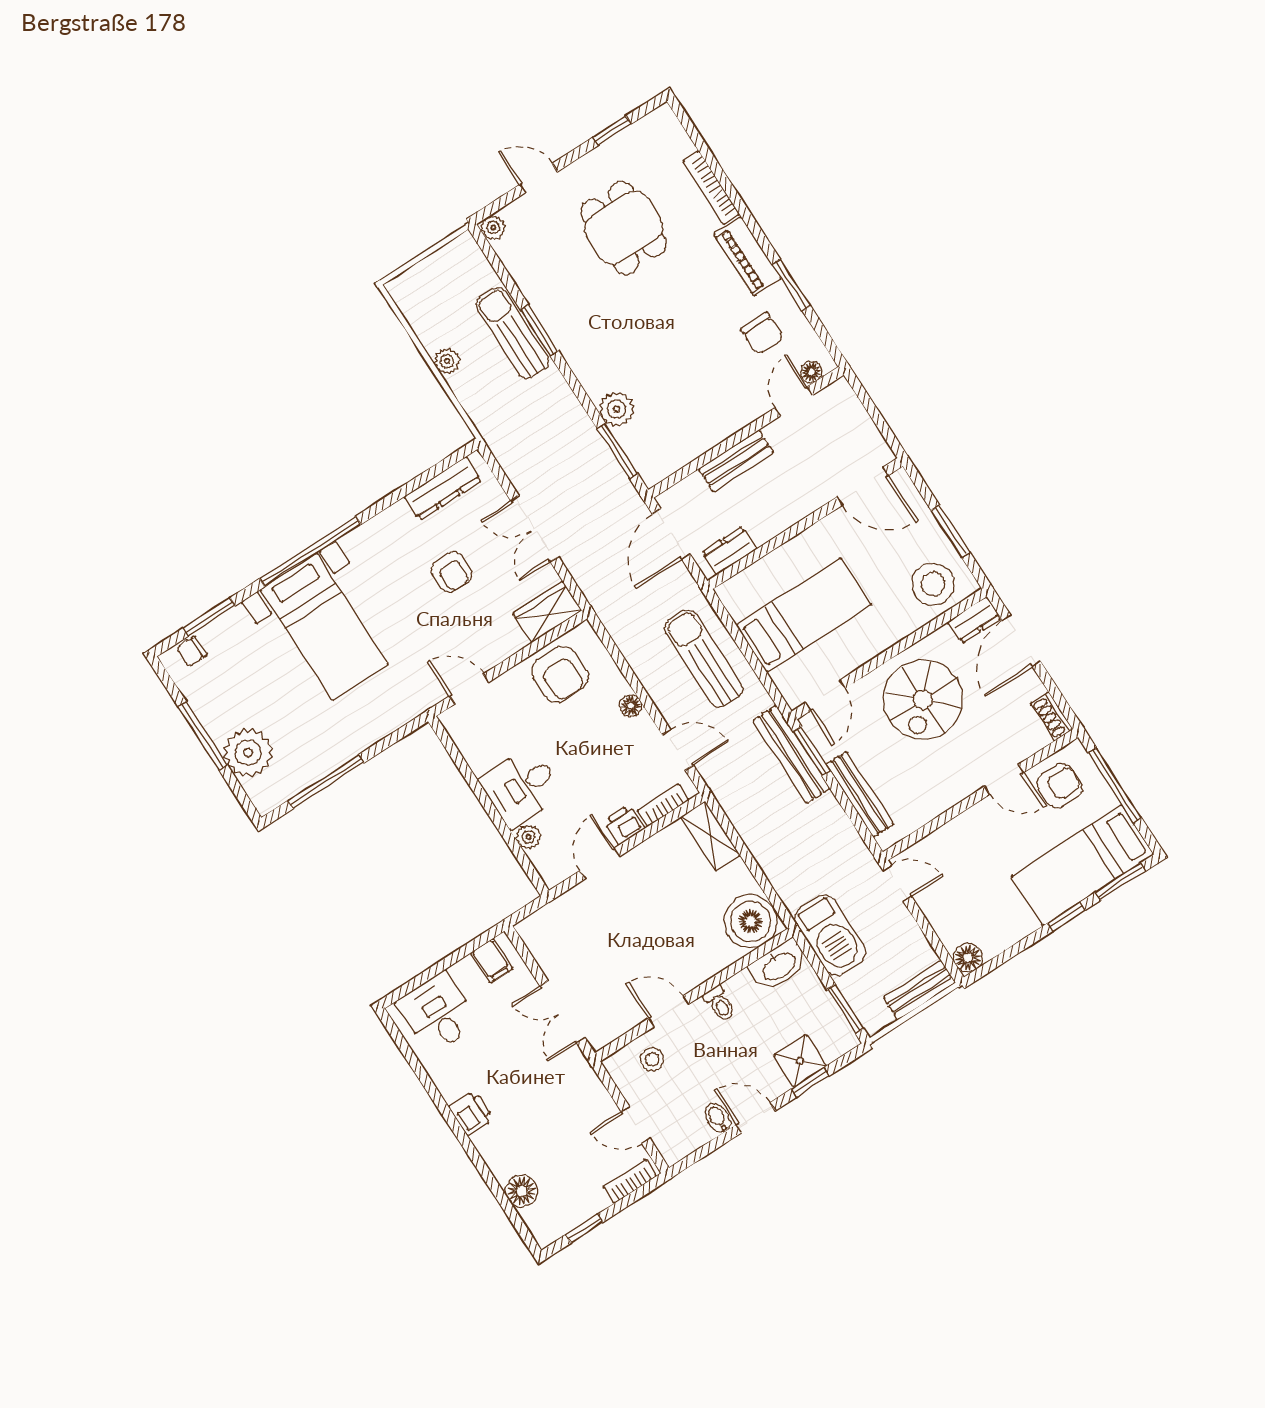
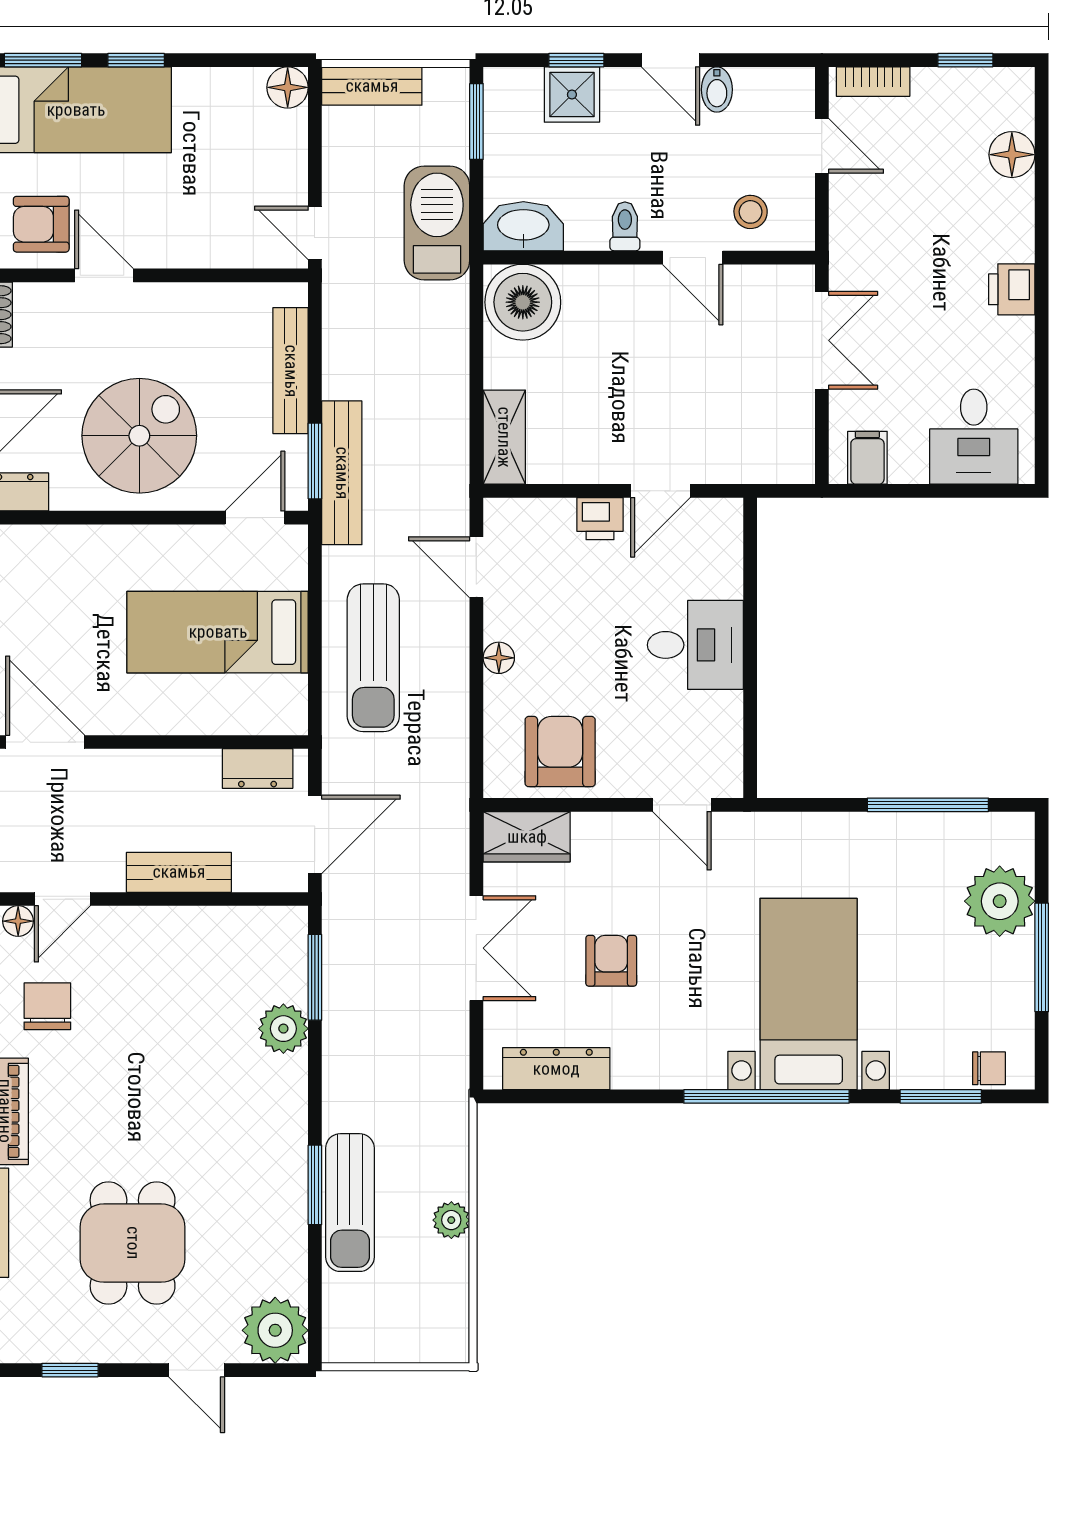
plant: (493, 228) -> (275, 1330), width x1.88, depth x1.88
stool: (933, 584) -> (37, 568), removed
bookcase: (663, 805) -> (538, 512), removed
plant: (529, 837) -> (726, 579), removed

